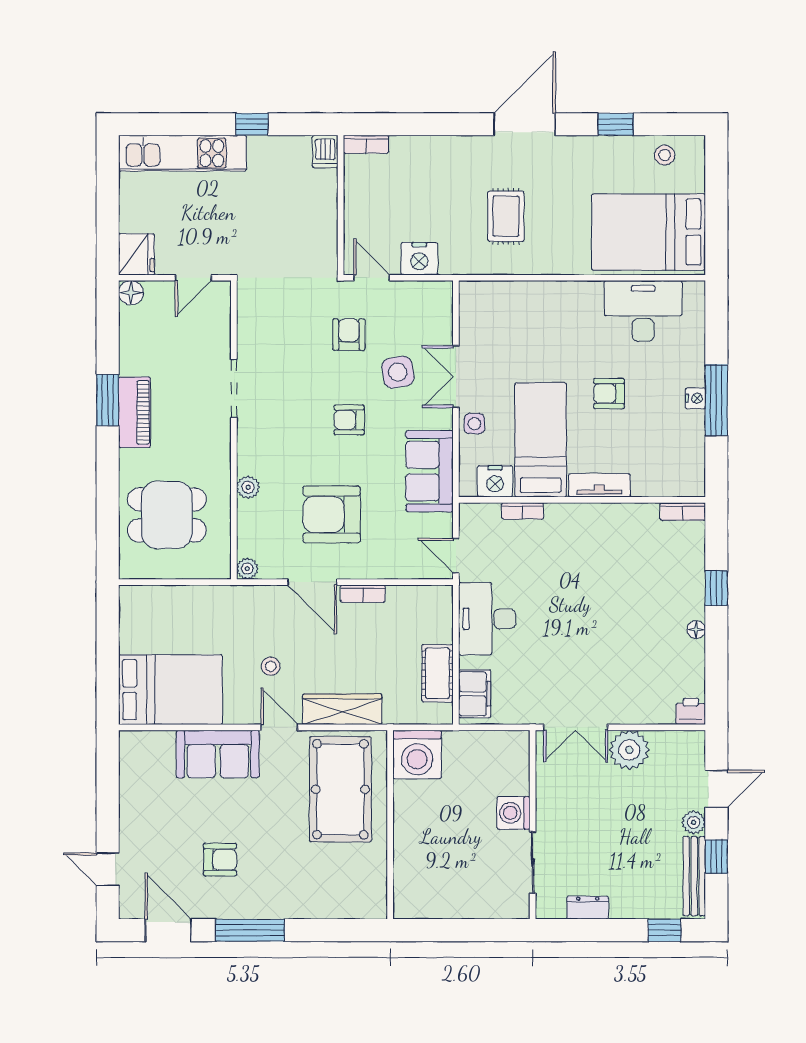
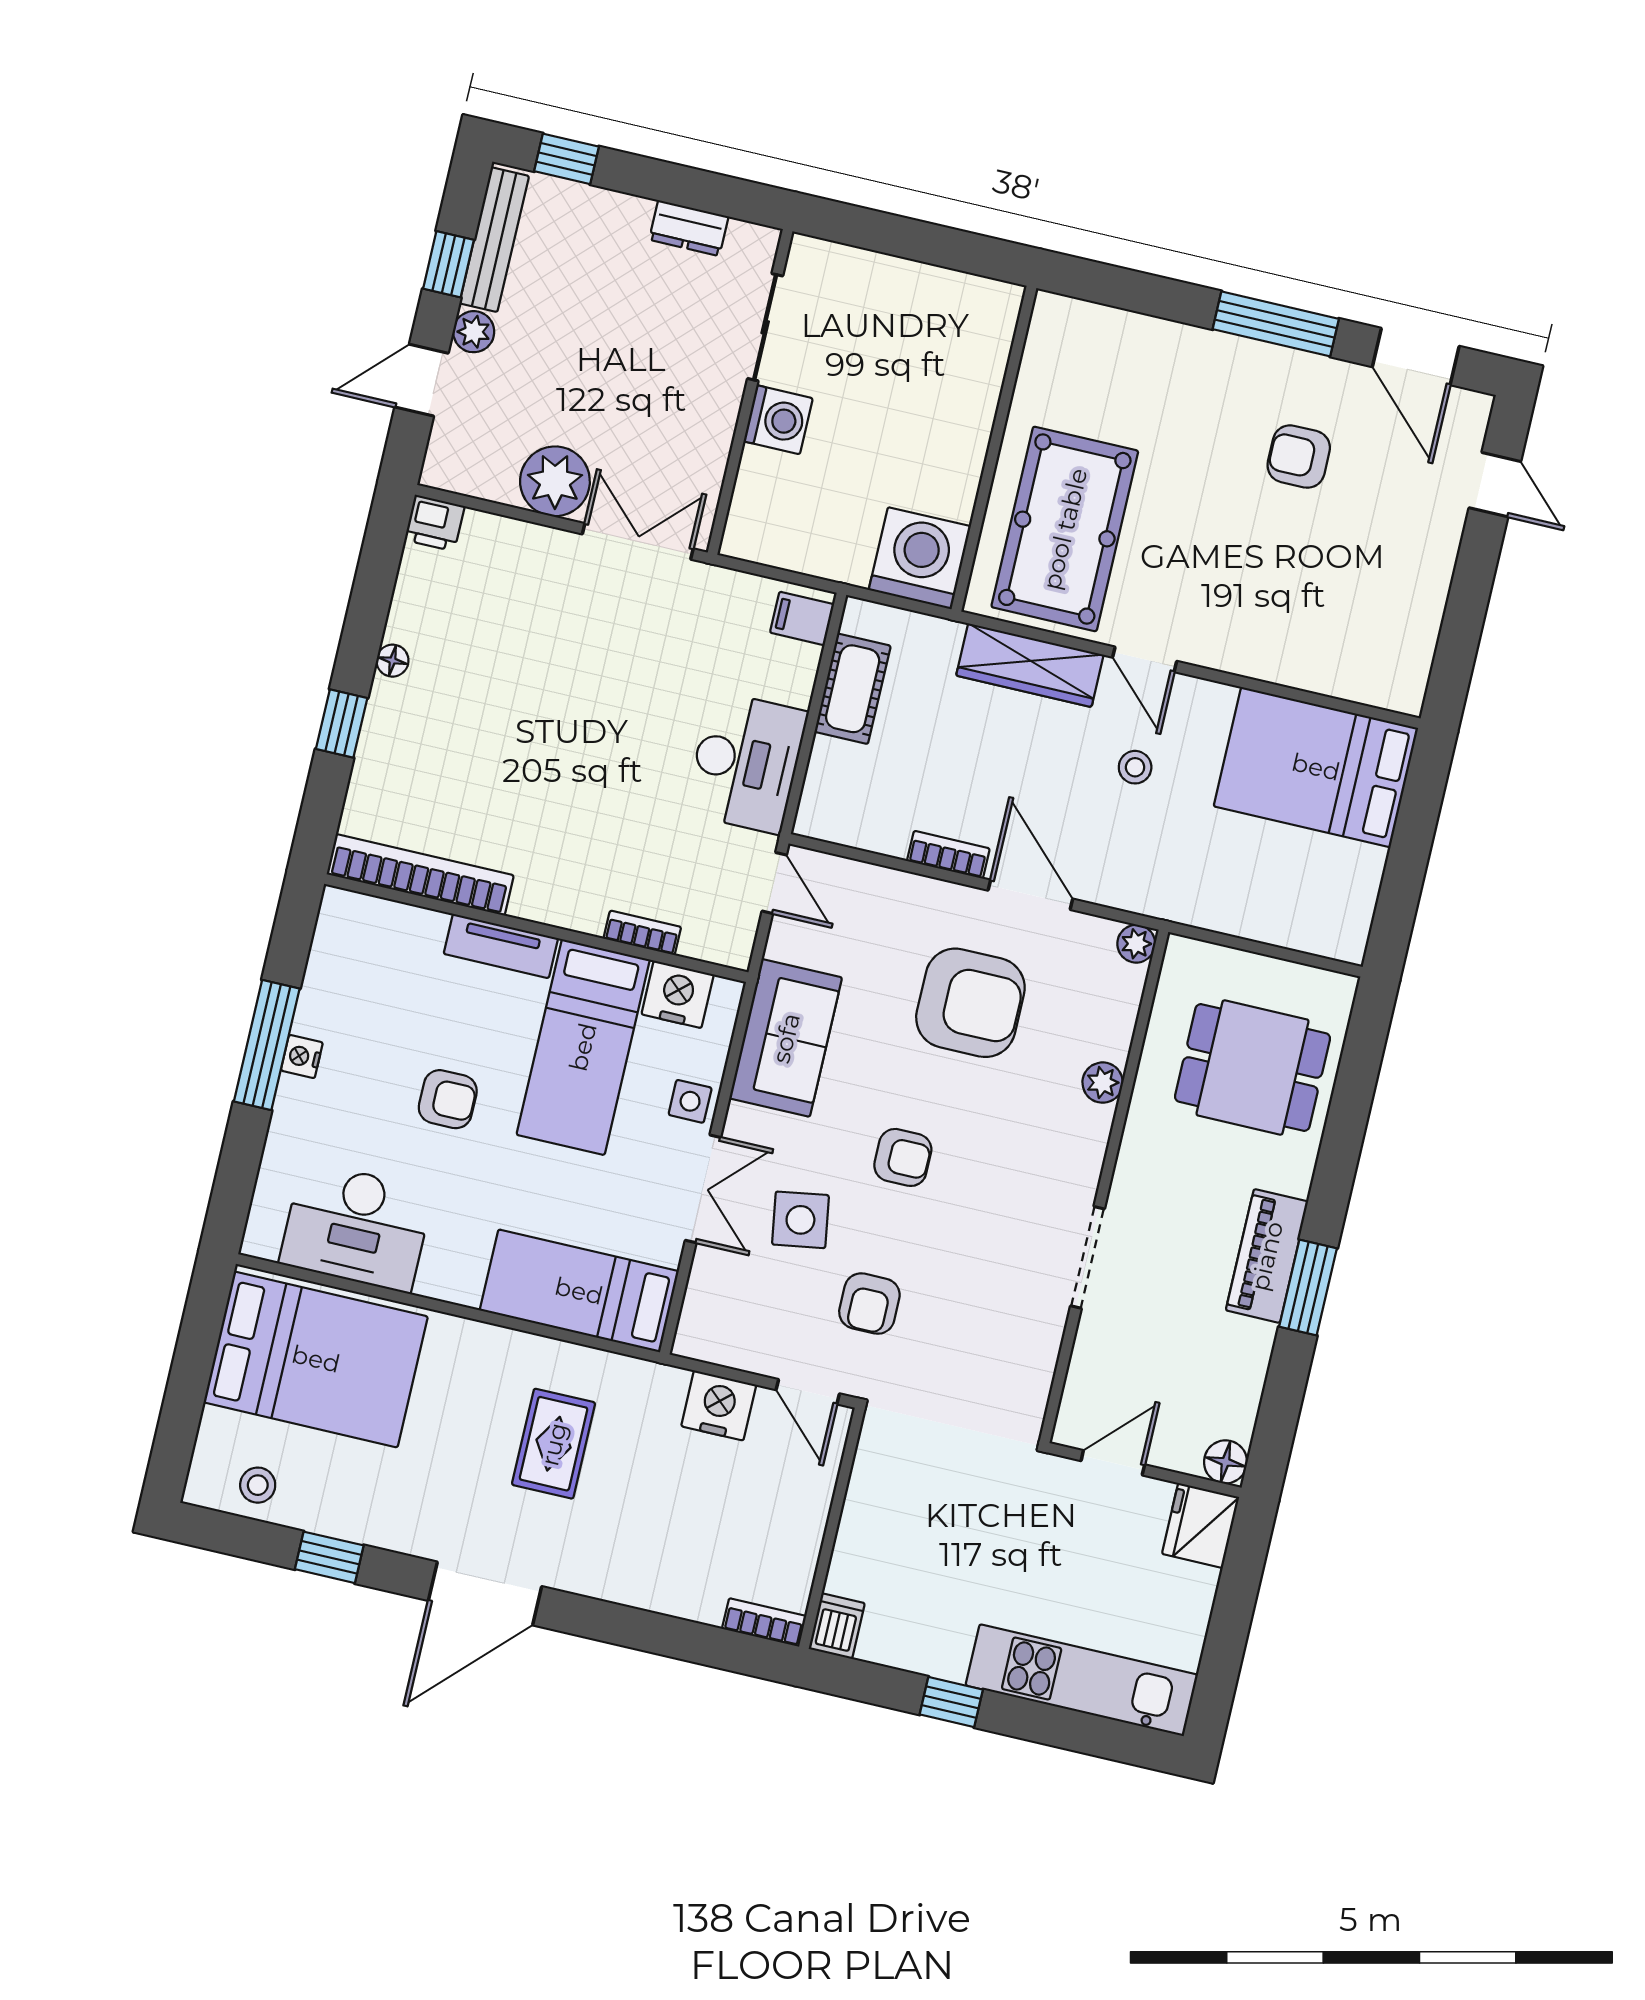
bed: (511, 304) -> (579, 1291), added
bookcase: (683, 512) -> (420, 875), width x2.31, depth x1.31
filing cabinet: (475, 694) -> (802, 618), width x0.50
sofa: (218, 754) -> (1261, 638), removed

